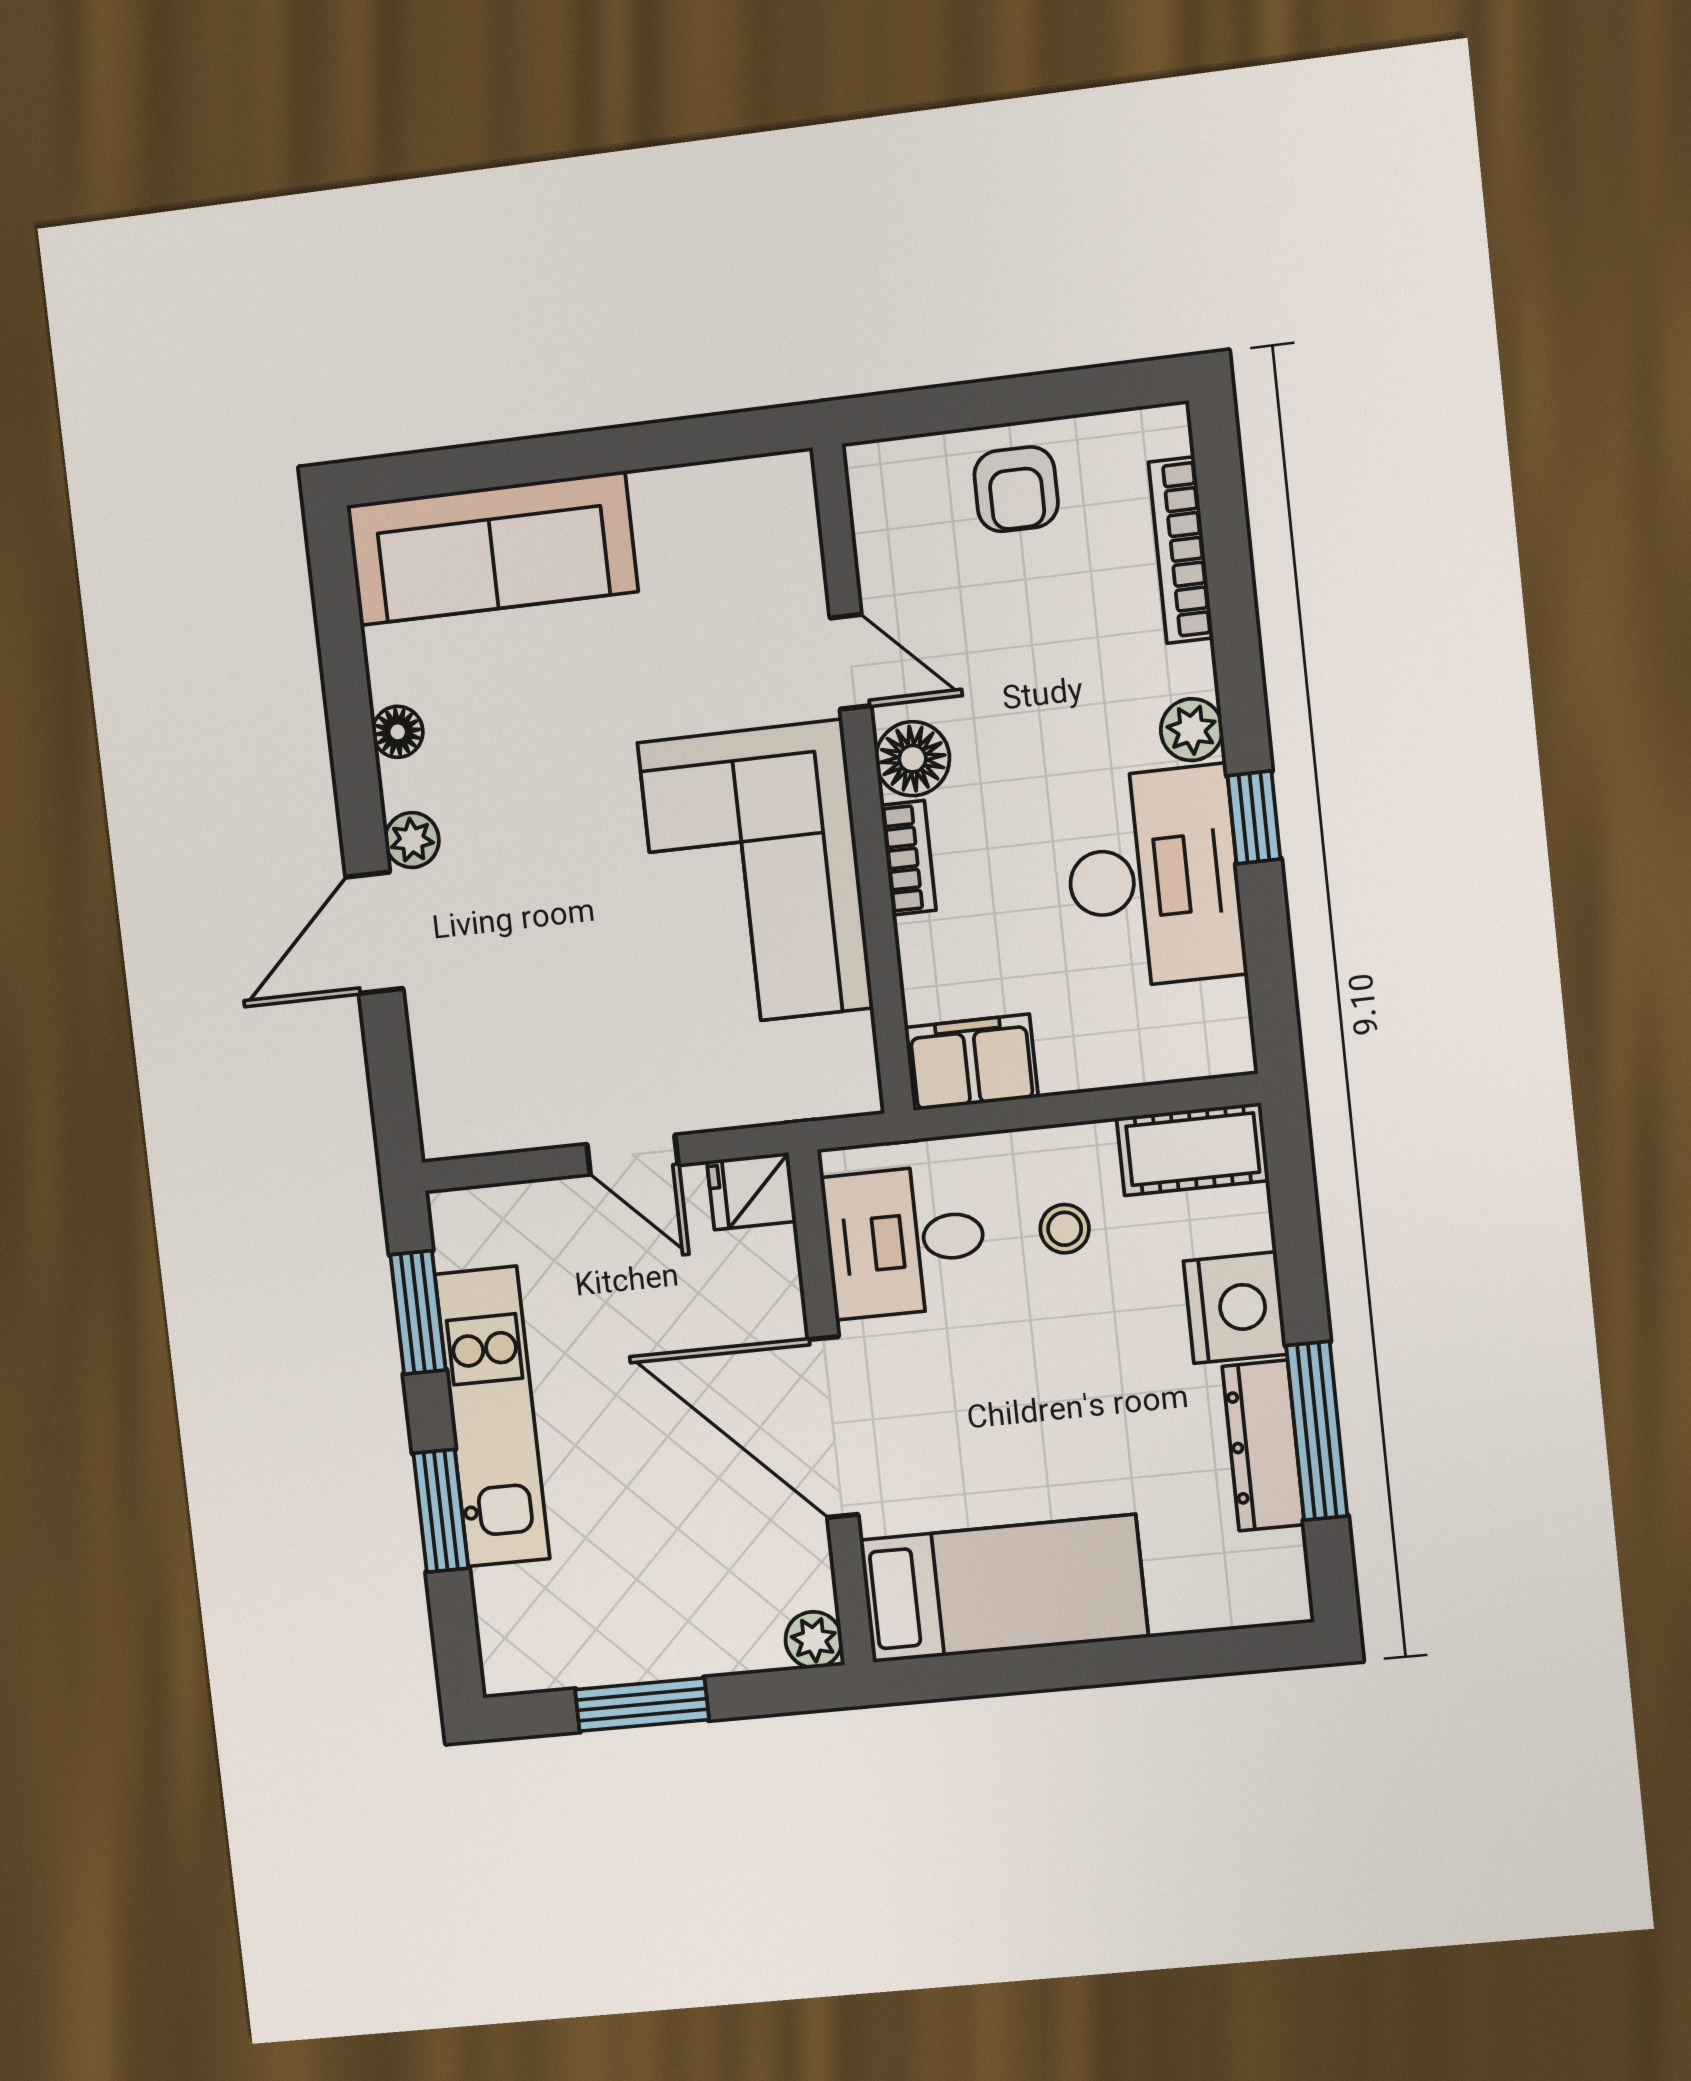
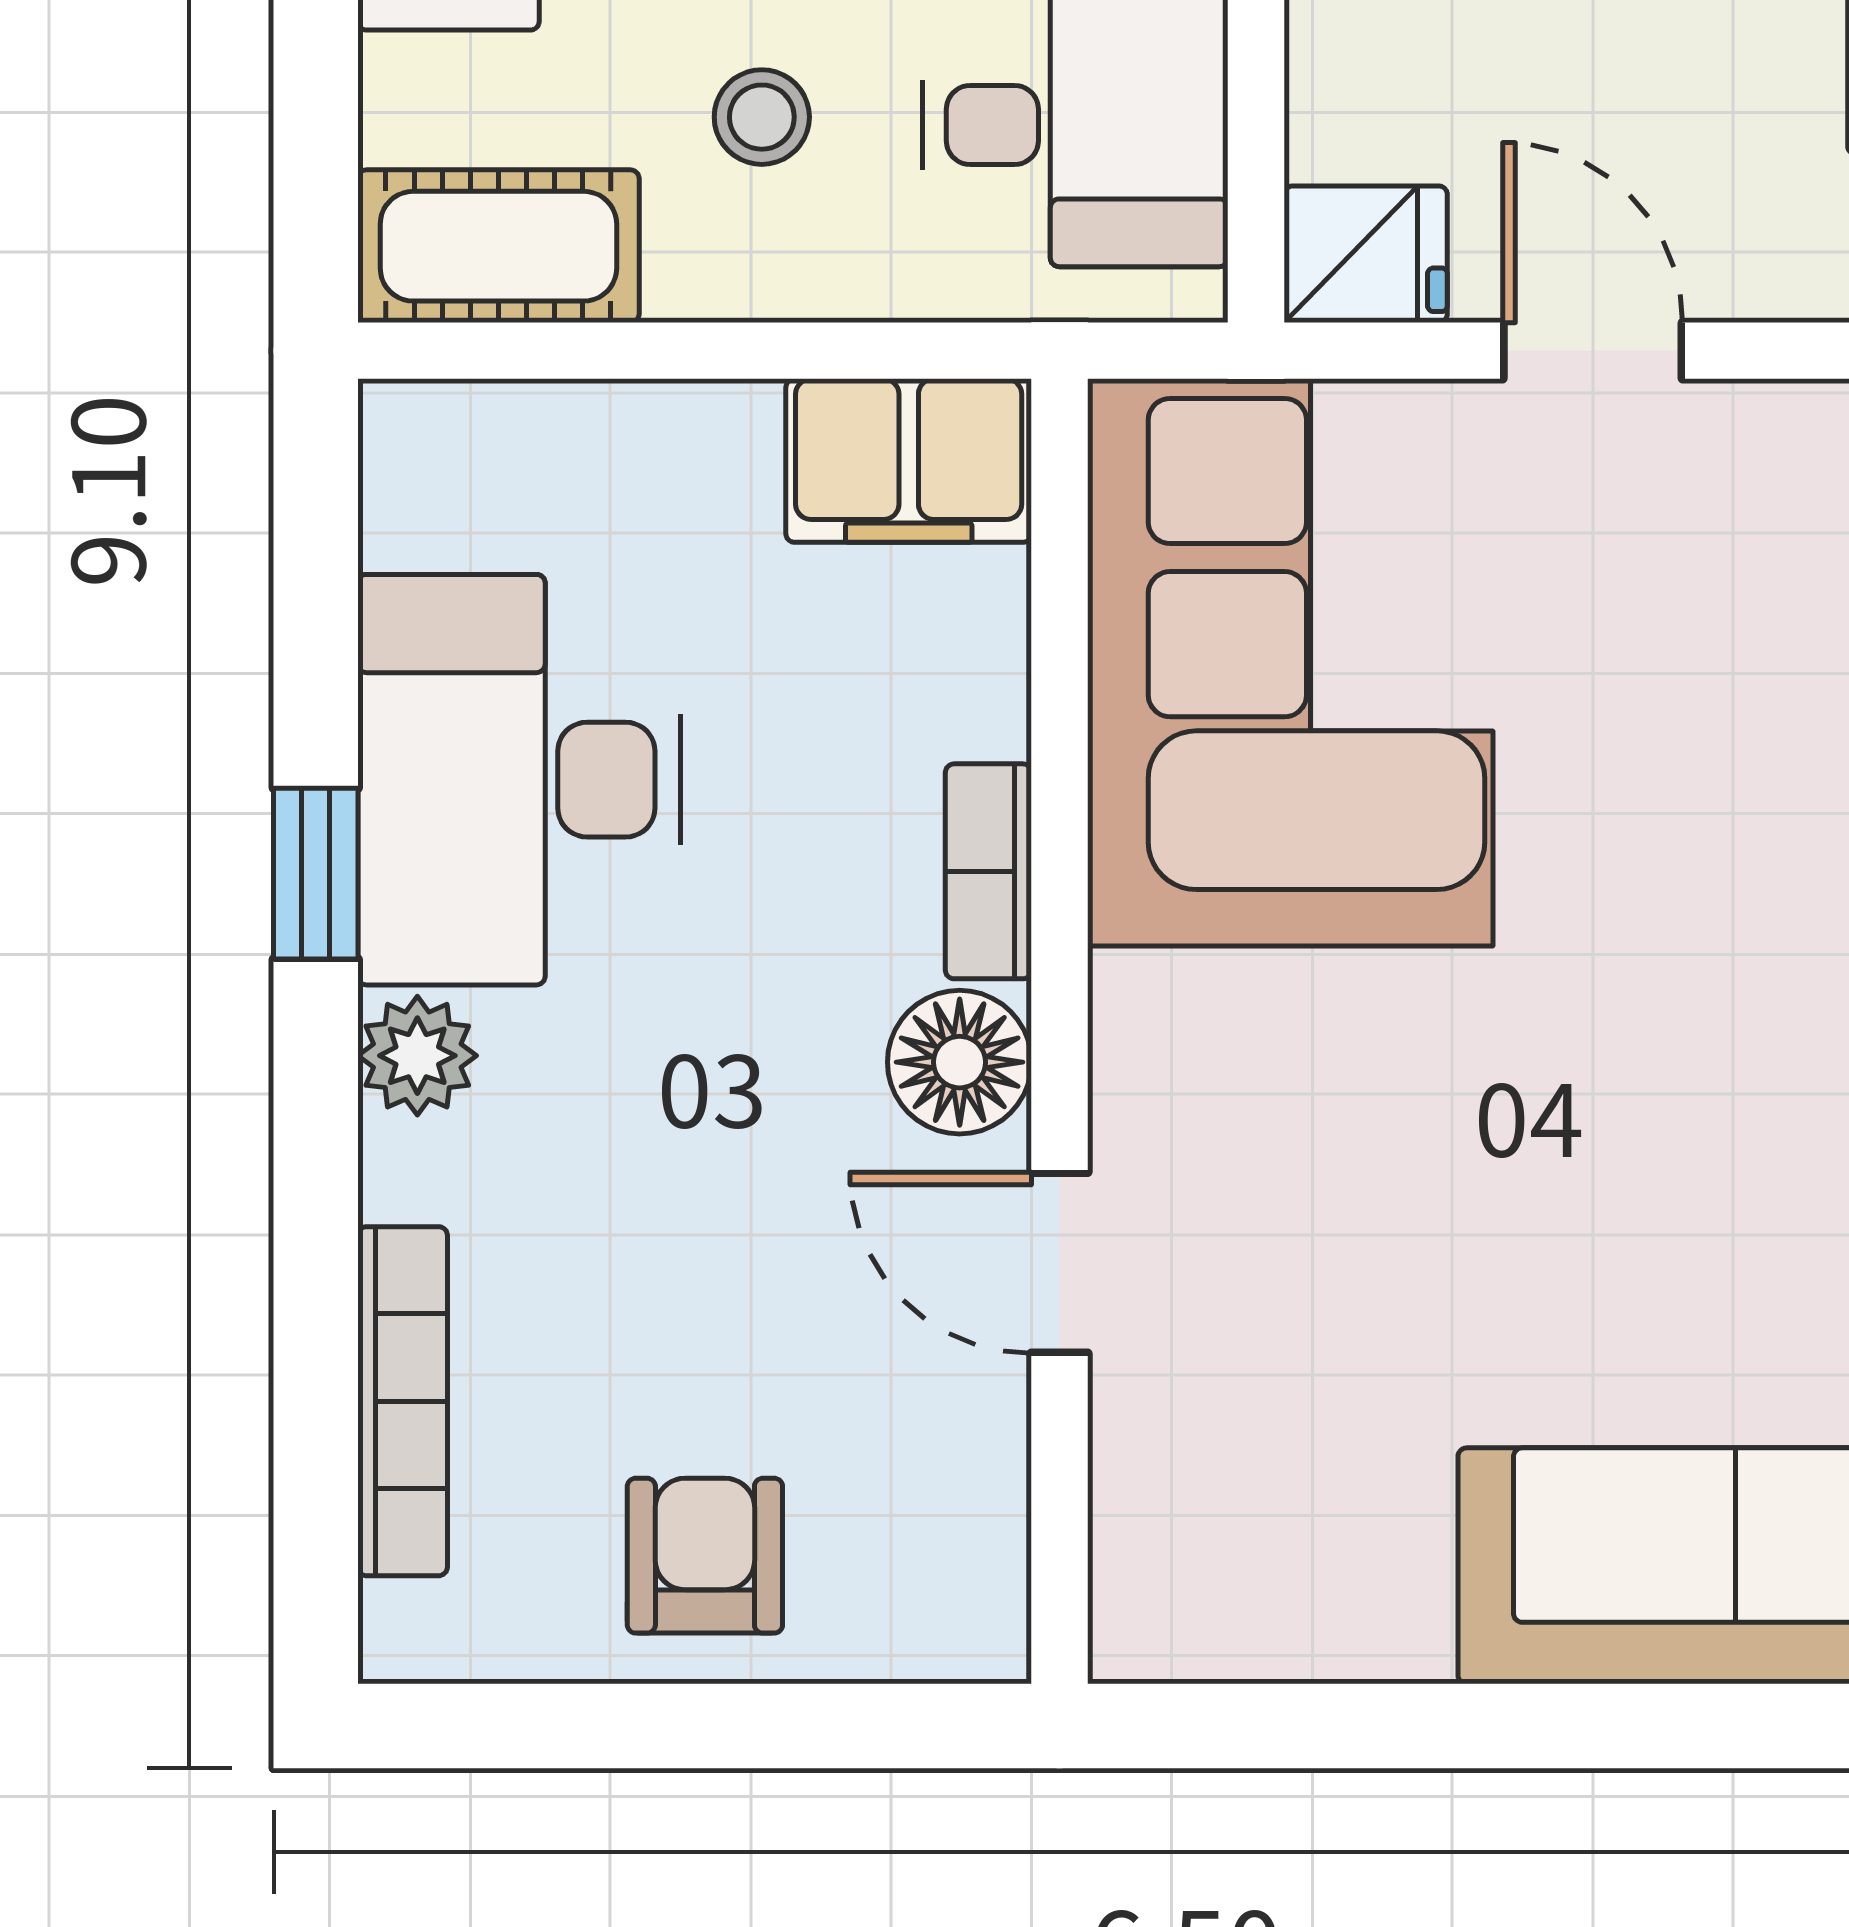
corner sofa: (755, 875) -> (1290, 663), moved

